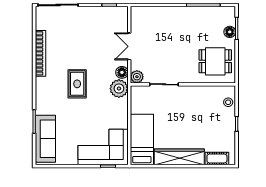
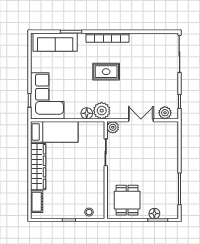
plant: (121, 21) -> (165, 113), added
bookcase: (40, 53) -> (108, 38), moved
floor lamp: (122, 72) -> (87, 113), moved

